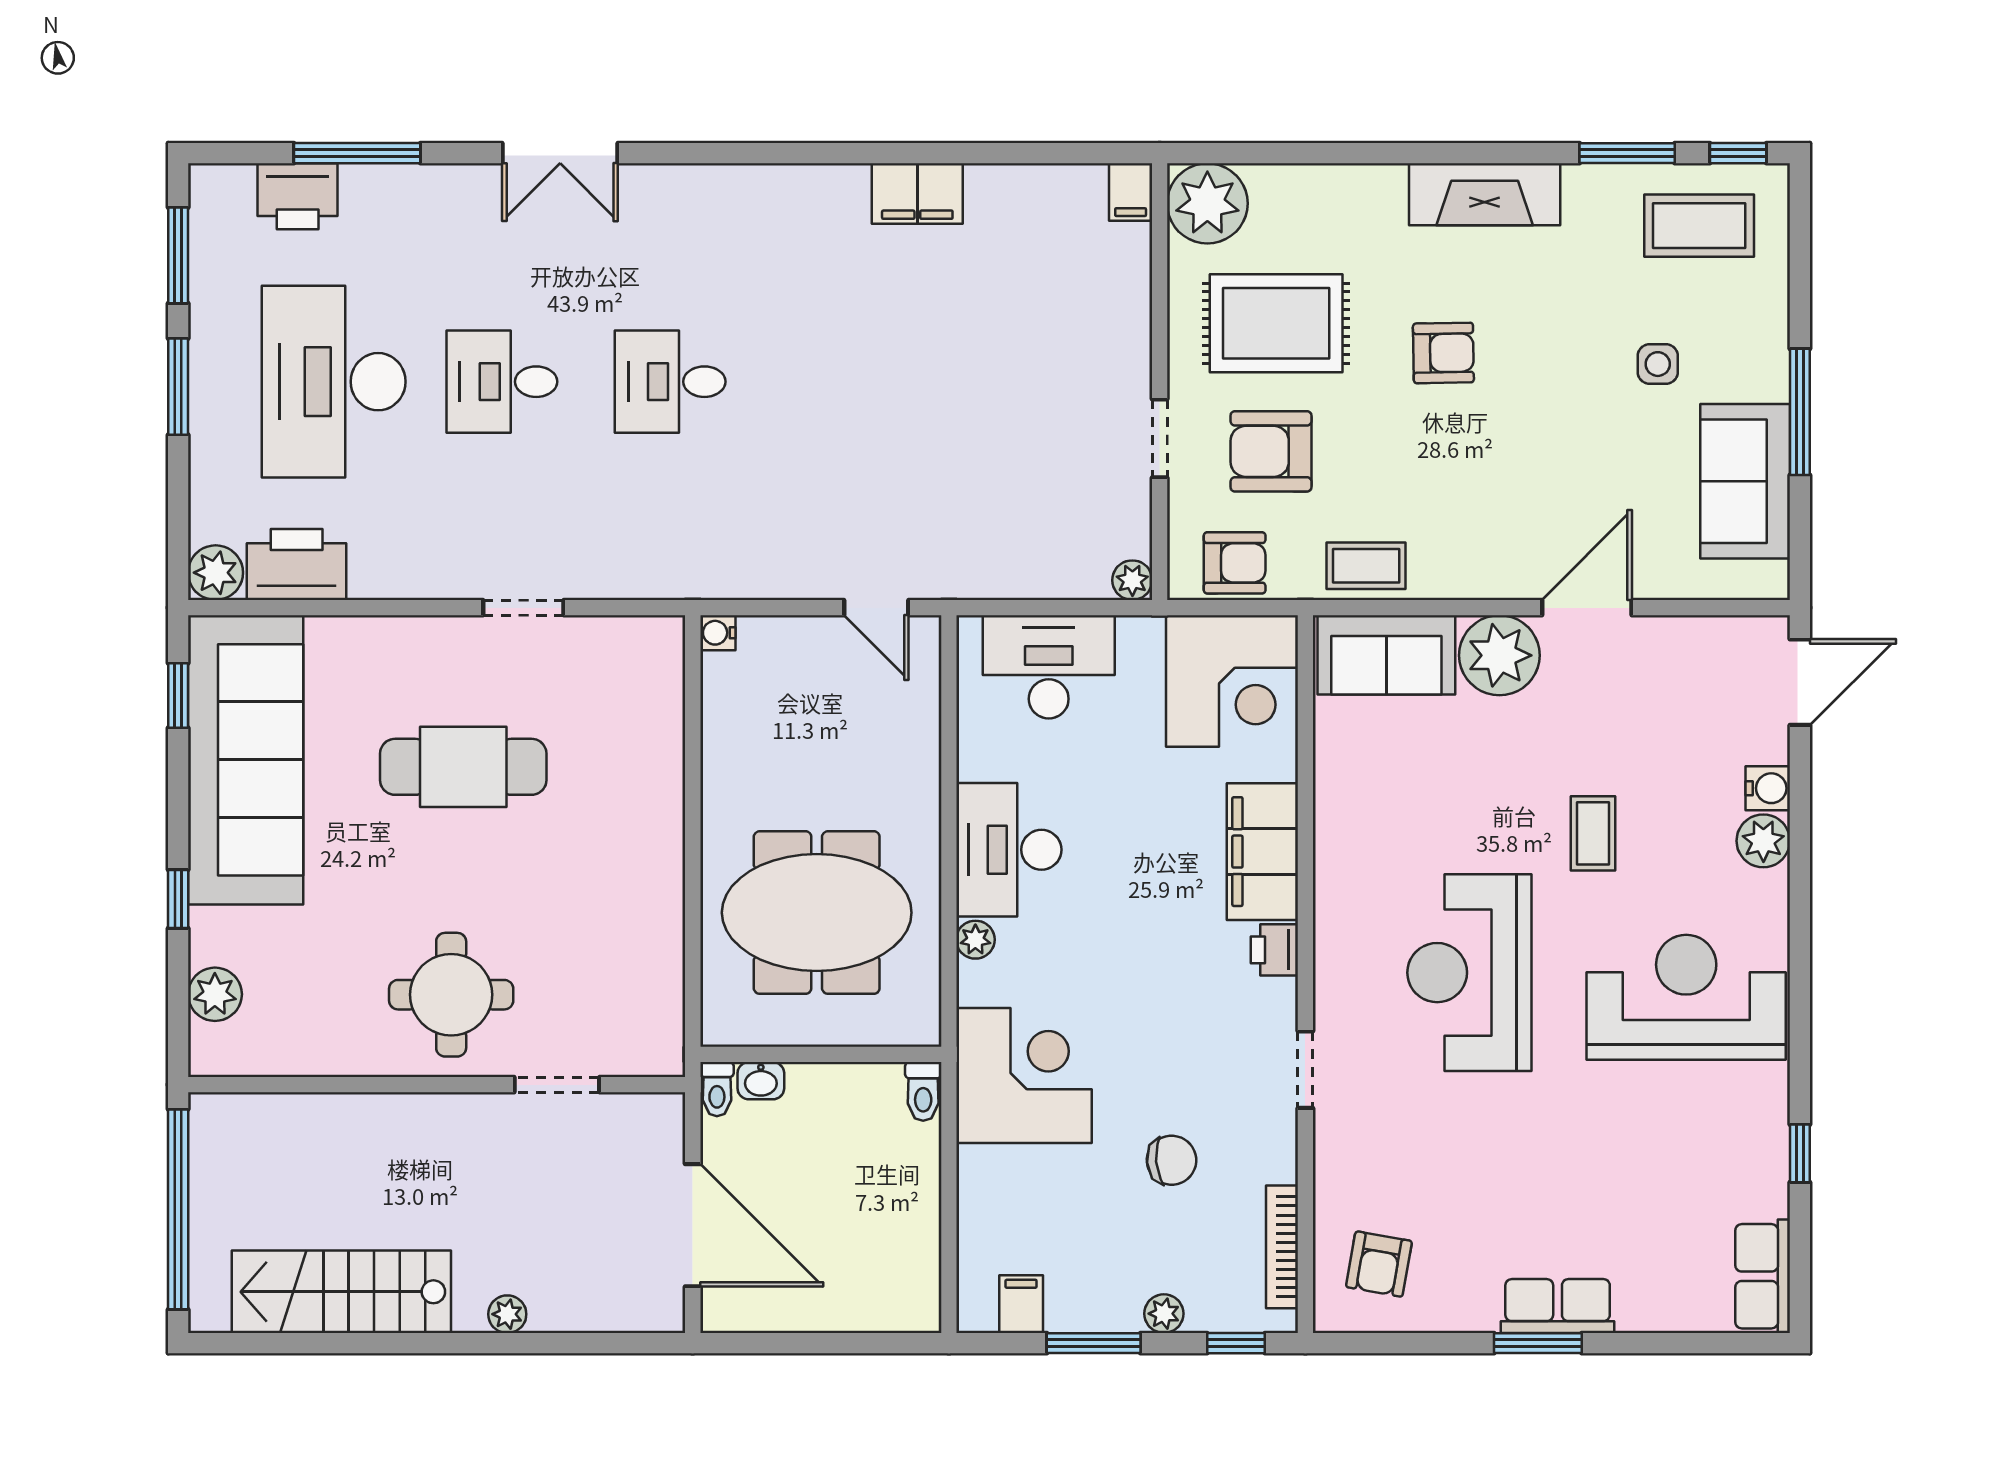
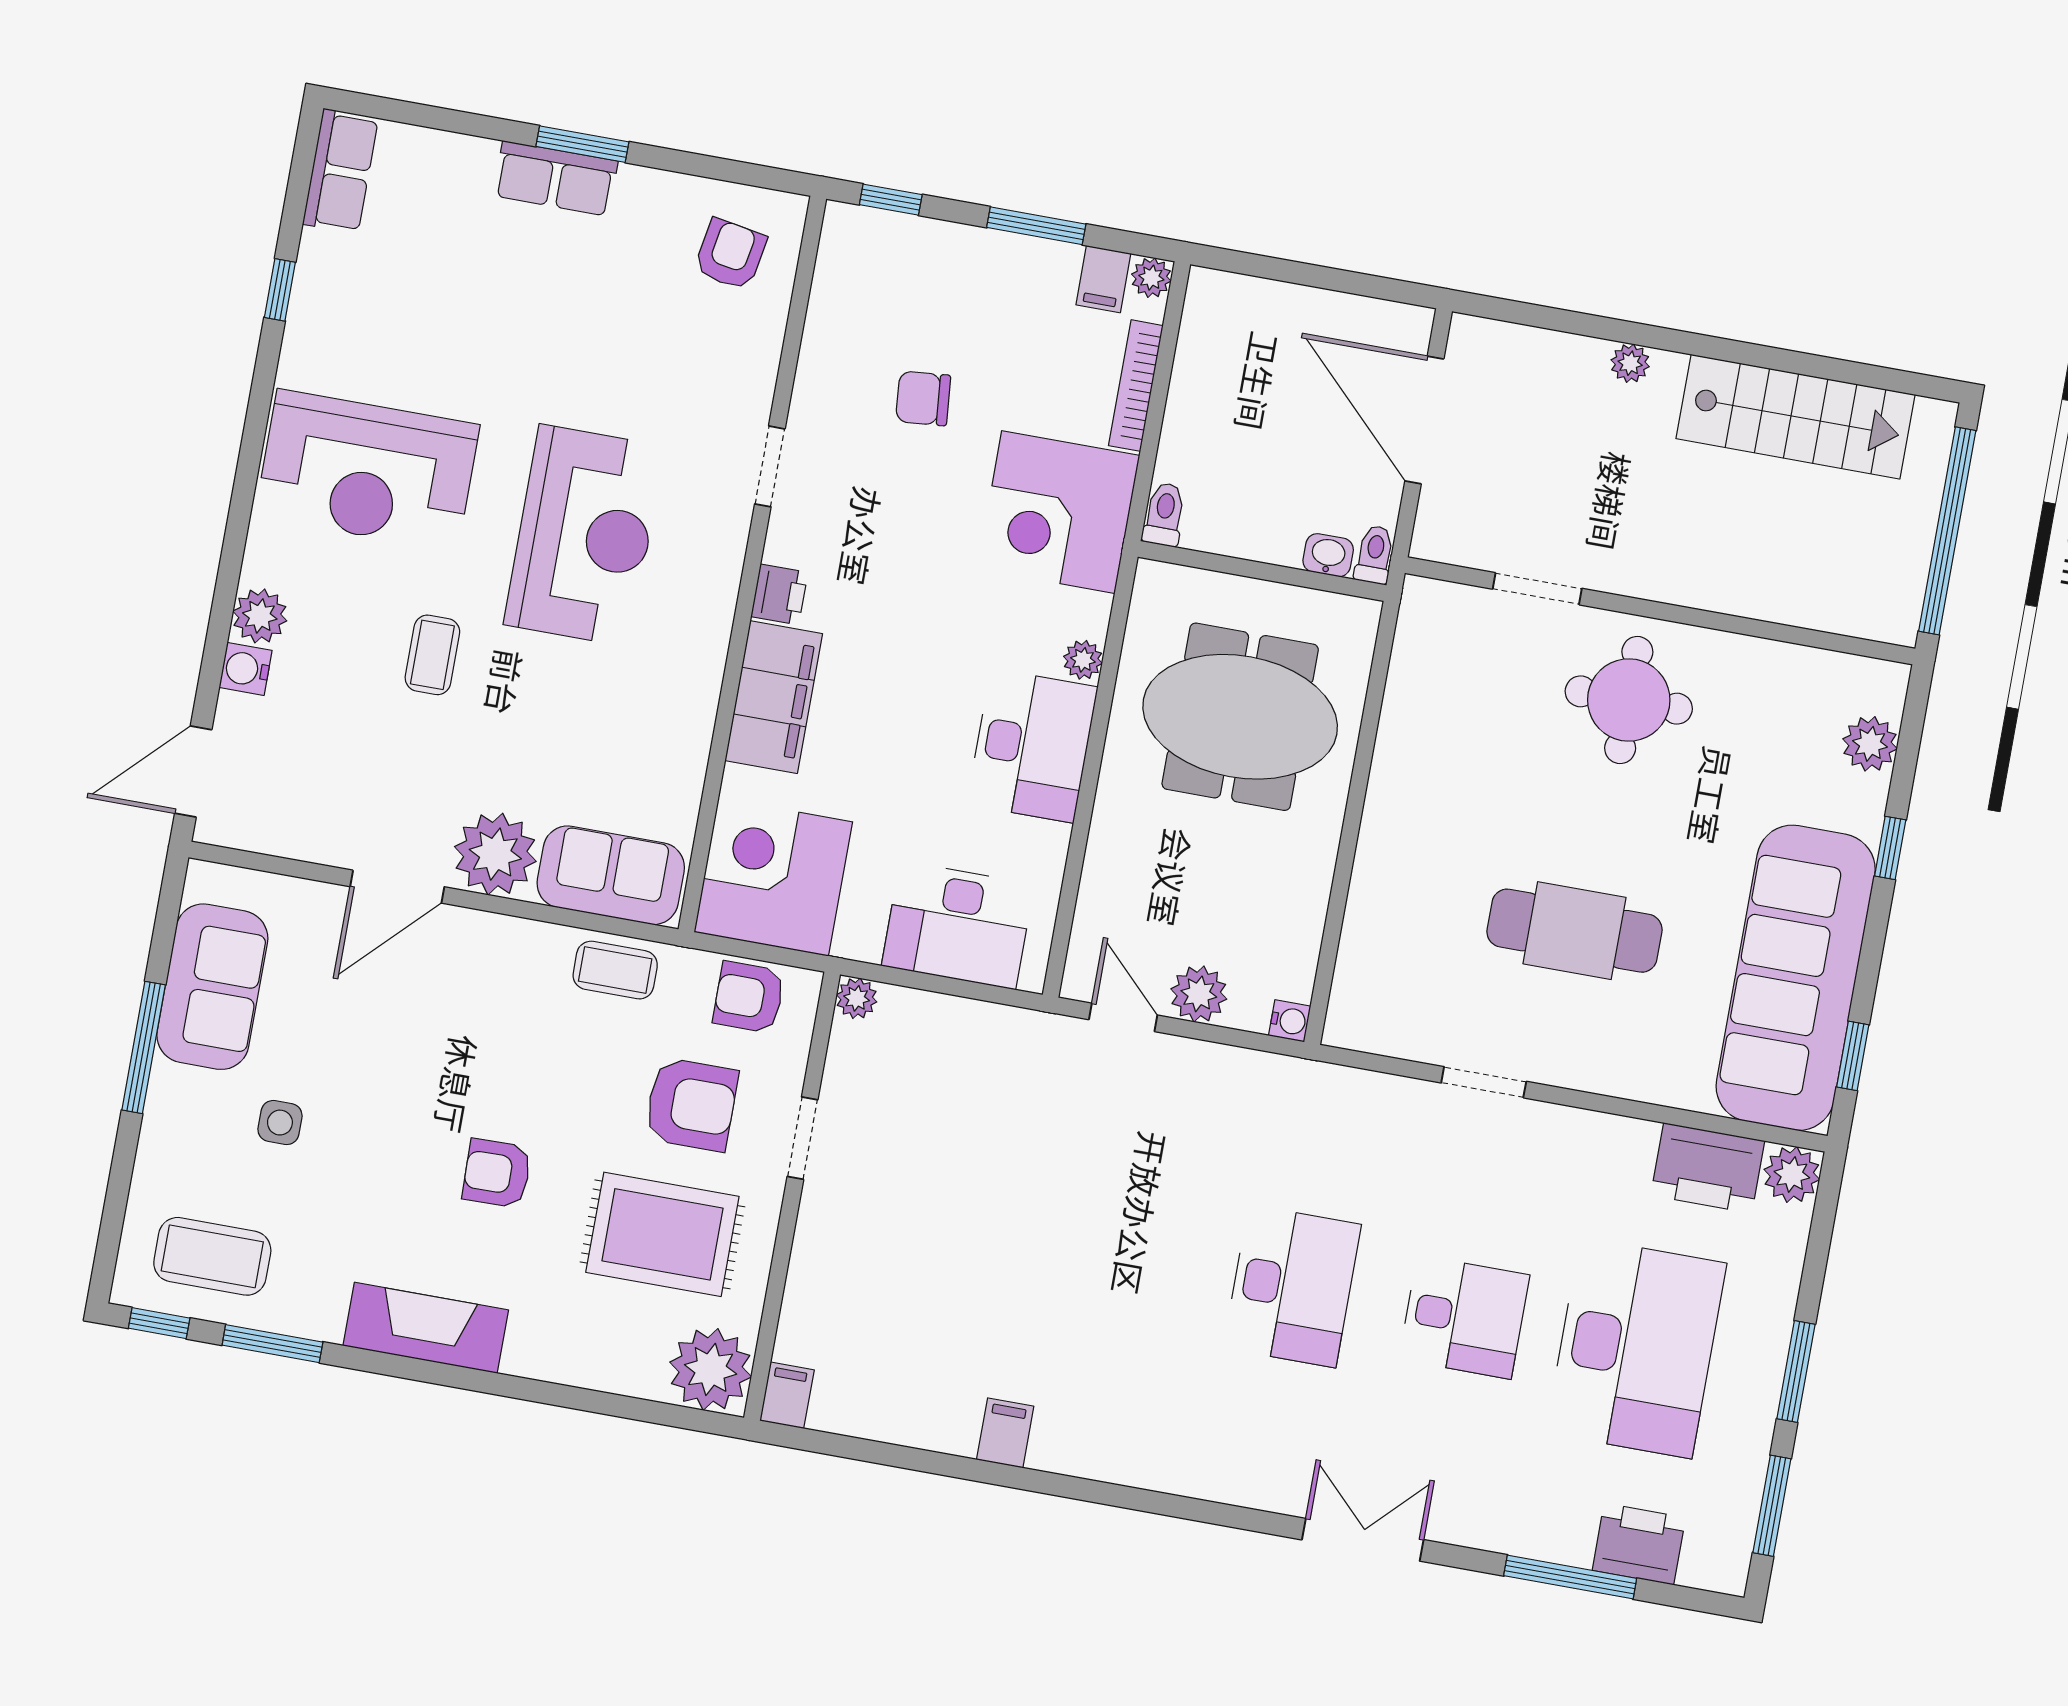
filing cabinet: (917, 194) -> (1005, 1433), width x0.50
desk: (670, 382) -> (1292, 1286), width x1.37
plant: (809, 643) -> (1199, 994), added
bookcase: (1282, 1247) -> (1136, 386), moved, turned 180
plant: (1164, 1314) -> (1151, 278), moved

